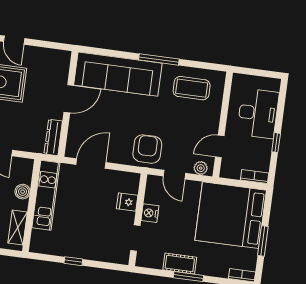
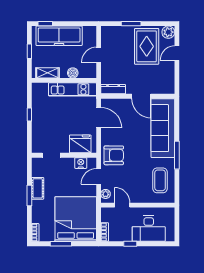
fridge: (127, 202) -> (80, 144), width x1.88, depth x1.34
nightstand: (150, 213) -> (81, 163), moved

